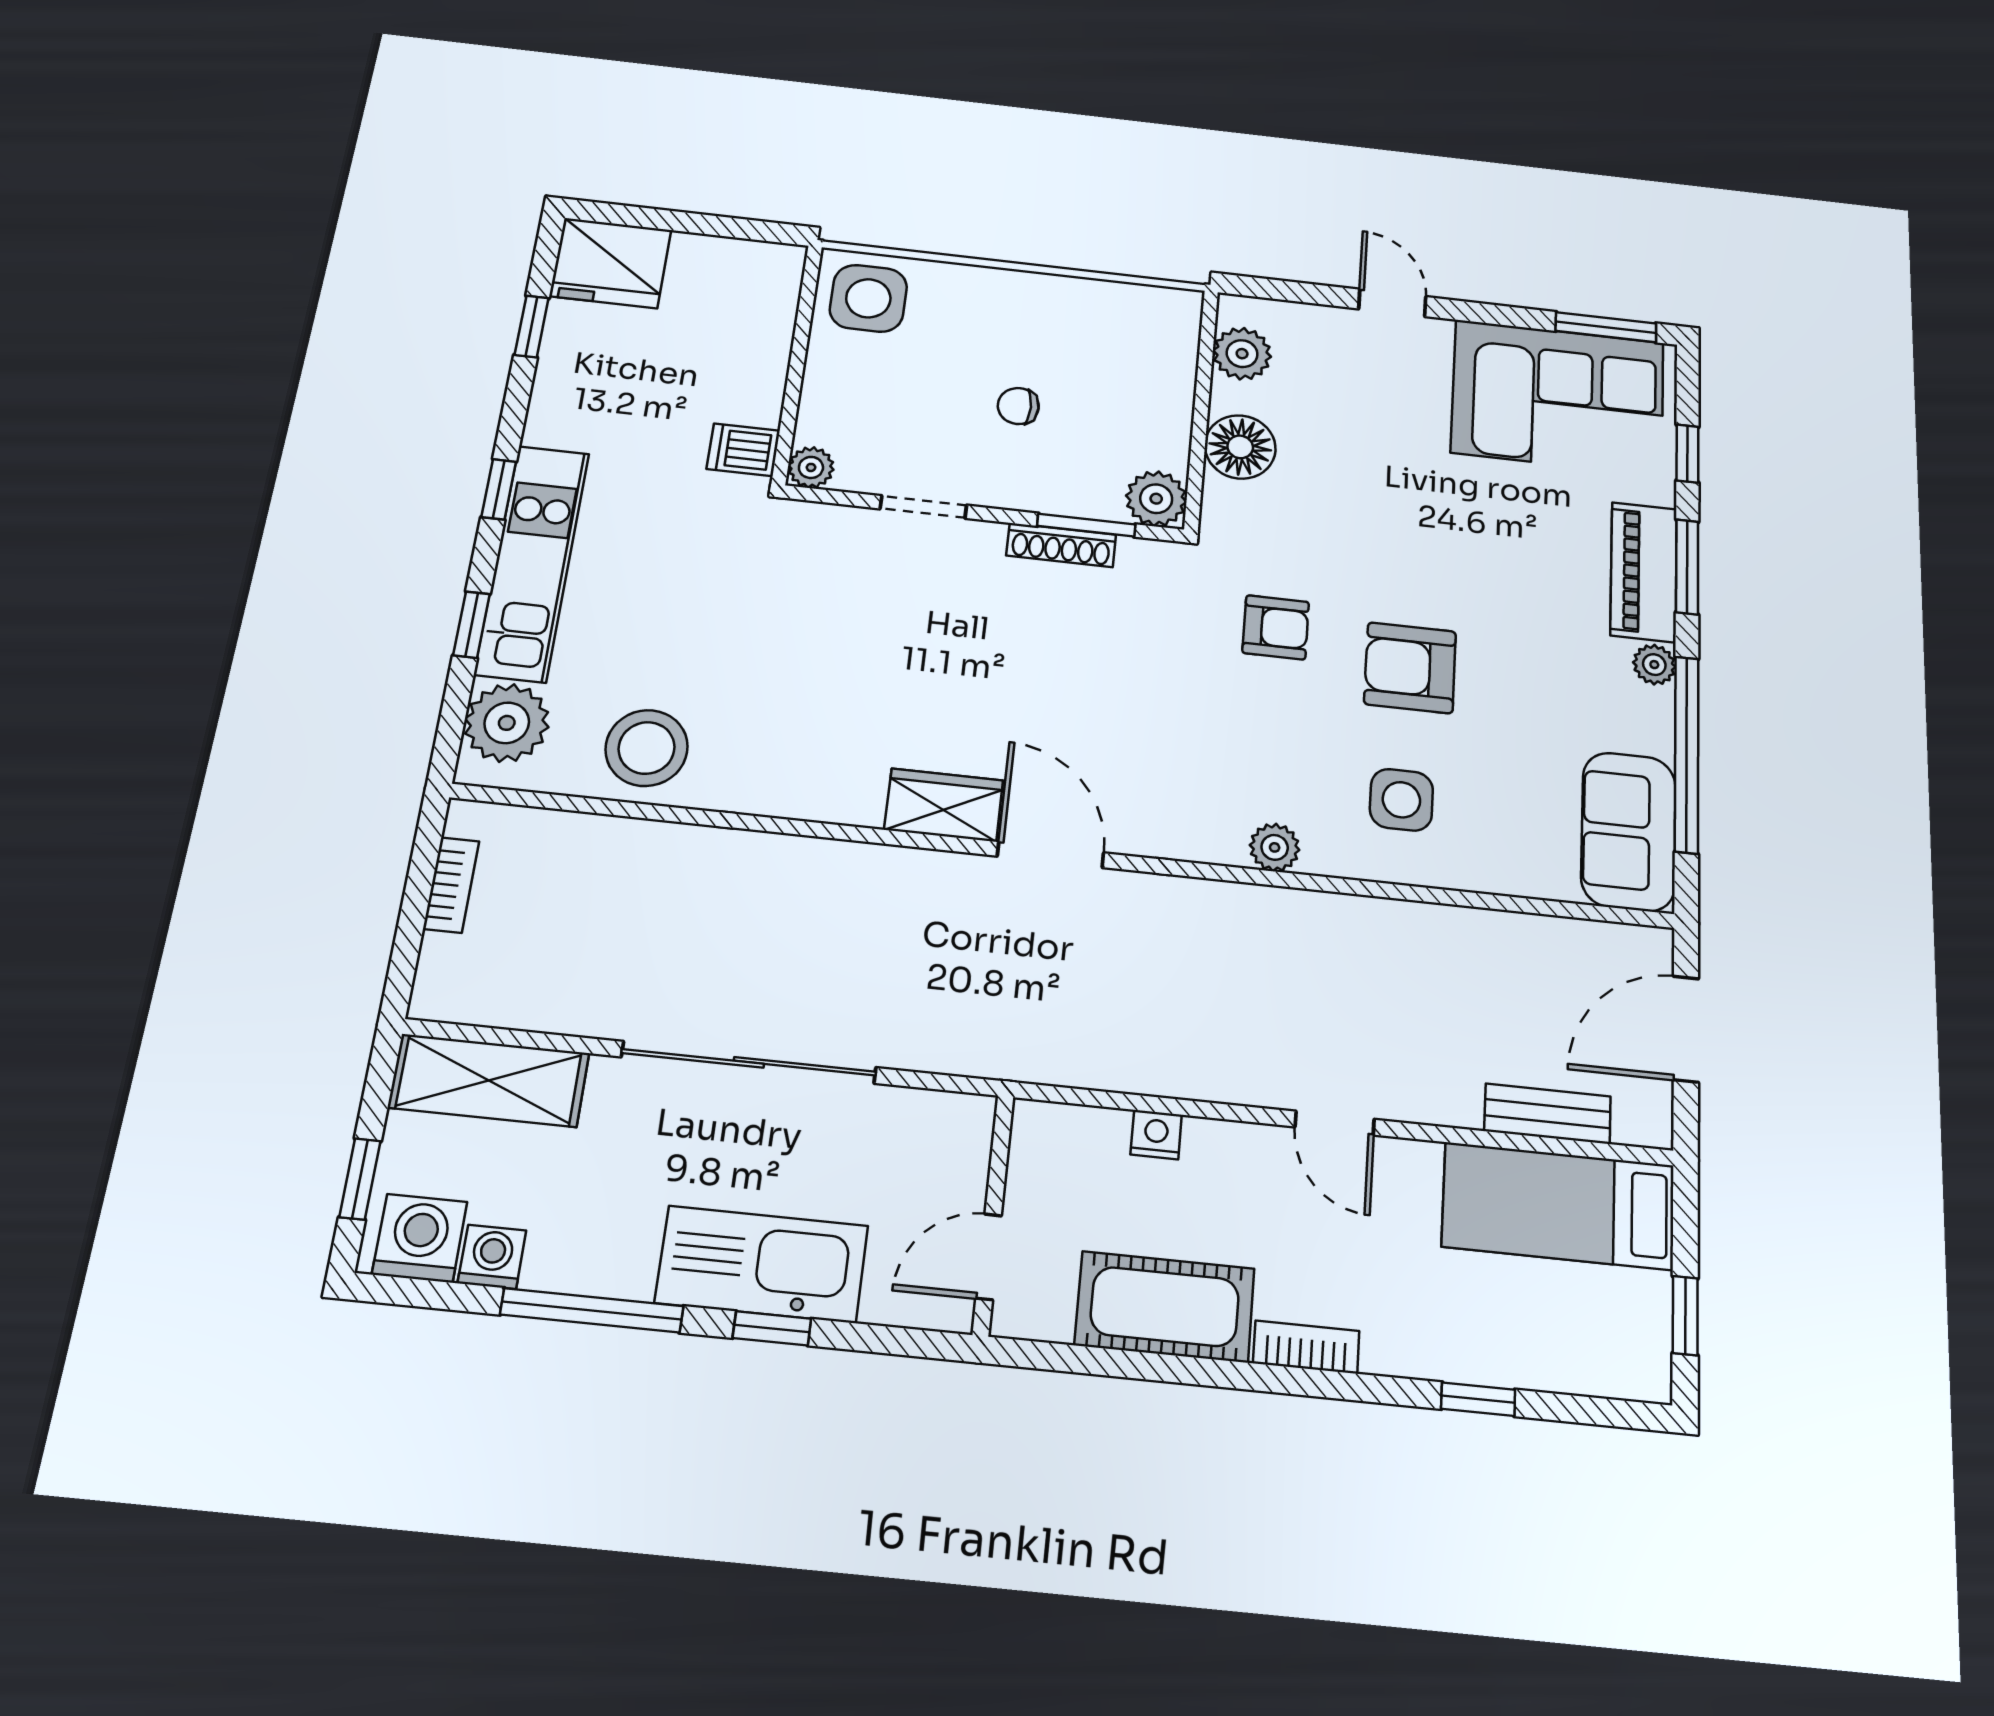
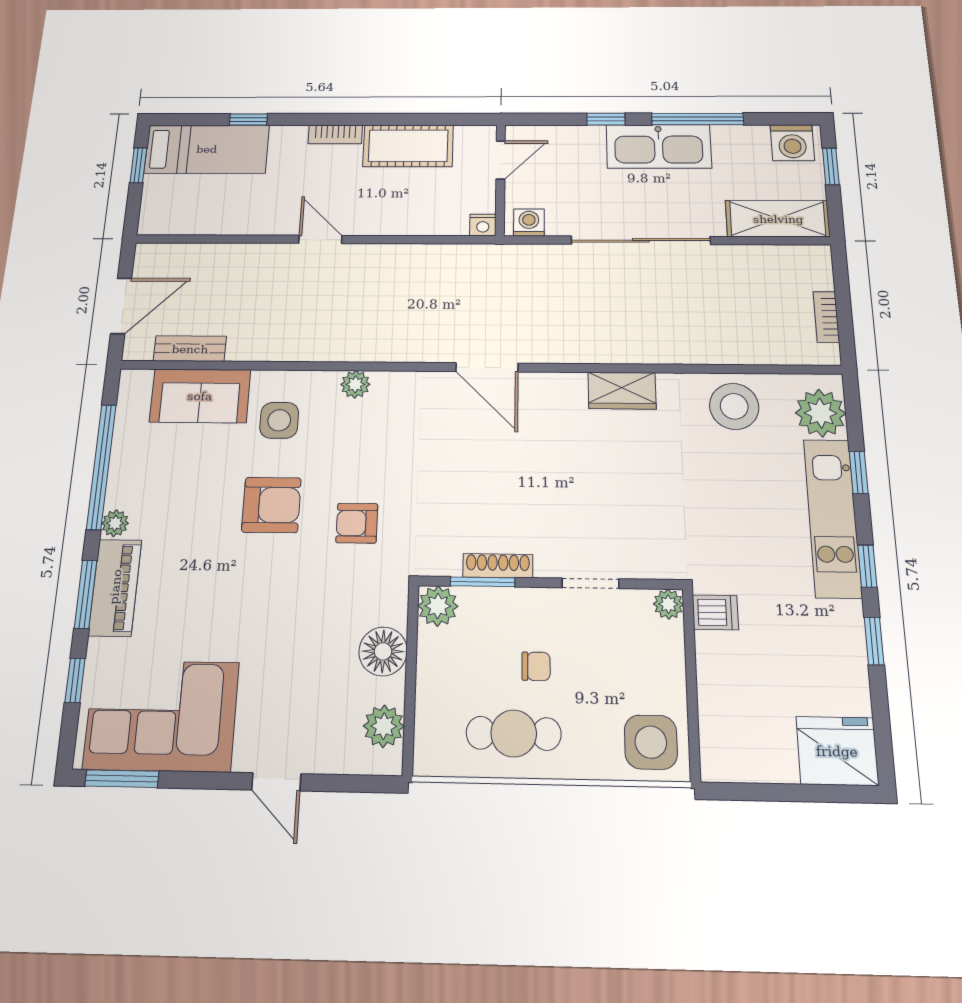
window: (532, 326) -> (874, 641), moved
cafe table: (1059, 327) -> (514, 733), added
wardrobe: (944, 805) -> (622, 391), moved
sofa: (1629, 831) -> (200, 396), moved, turned 90
bench: (1548, 1114) -> (190, 349), moved
nightstand: (1156, 1135) -> (483, 225), moved
bed: (1559, 1206) -> (207, 149), moved
washing machine: (492, 1257) -> (529, 223), moved, turned 180
kitchen sink: (762, 1264) -> (659, 146), moved

